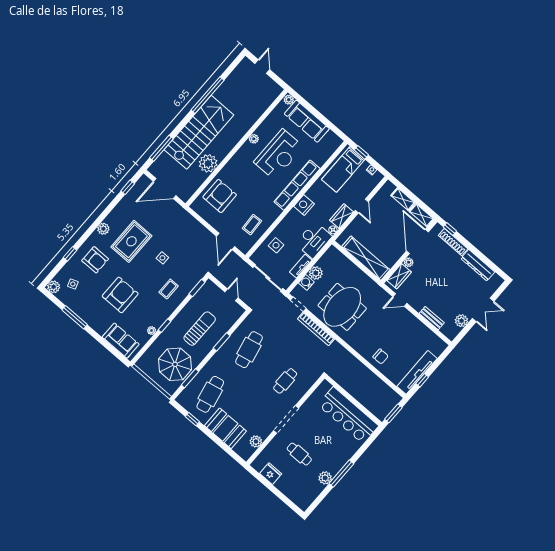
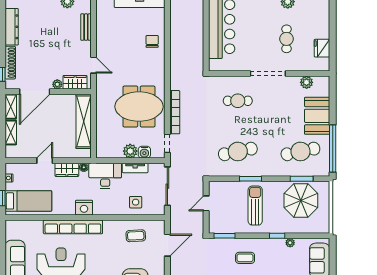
sun lounger: (200, 329) -> (255, 206), turned 90
window: (192, 419) -> (333, 149), width x3.17

